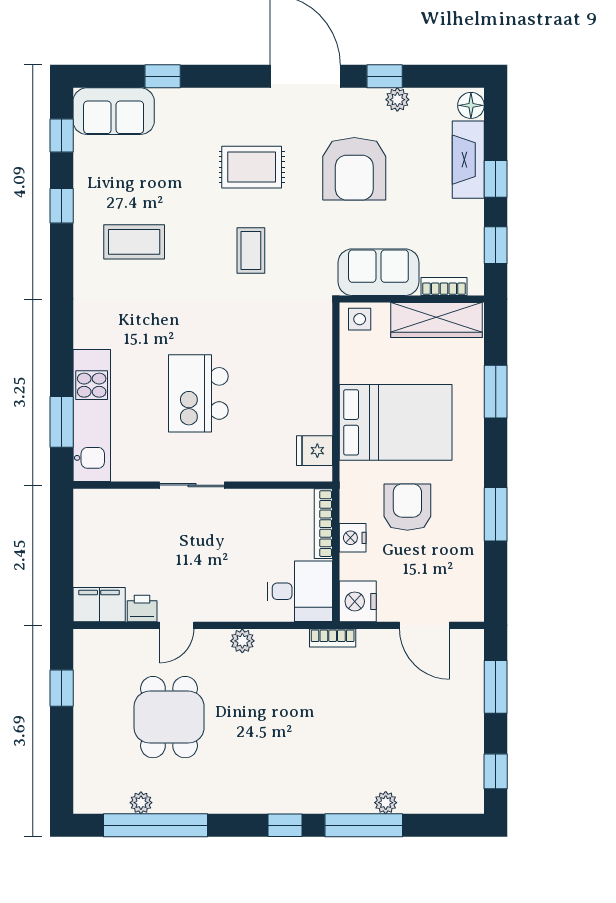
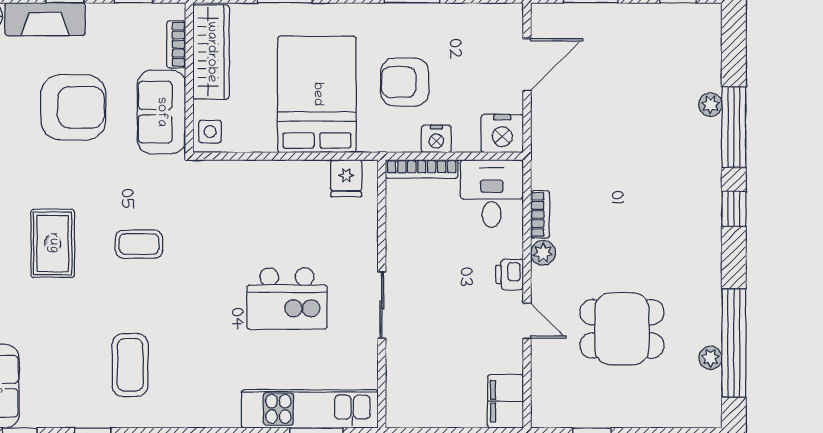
armchair: (354, 169) -> (73, 107), moved
printer: (142, 609) -> (510, 274), moved
bookcase: (333, 638) -> (540, 214), moved

